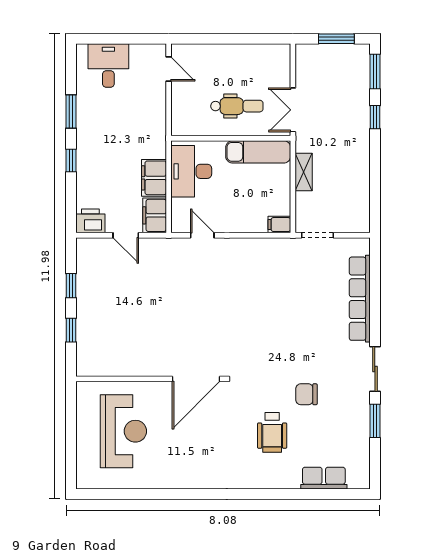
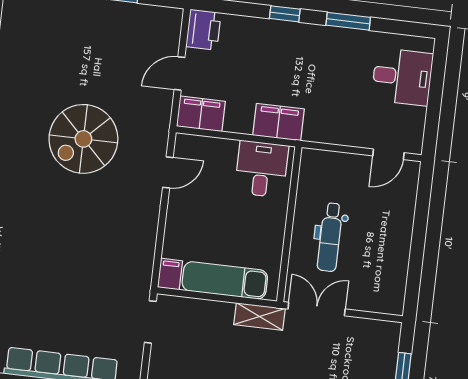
exam couch: (258, 152) -> (225, 280), moved, turned 90
desk: (191, 171) -> (262, 169), width x0.73
shelving: (304, 172) -> (259, 317), moved
filing cabinet: (154, 178) -> (279, 122), moved
spiral stairs: (184, 303) -> (83, 139), added

